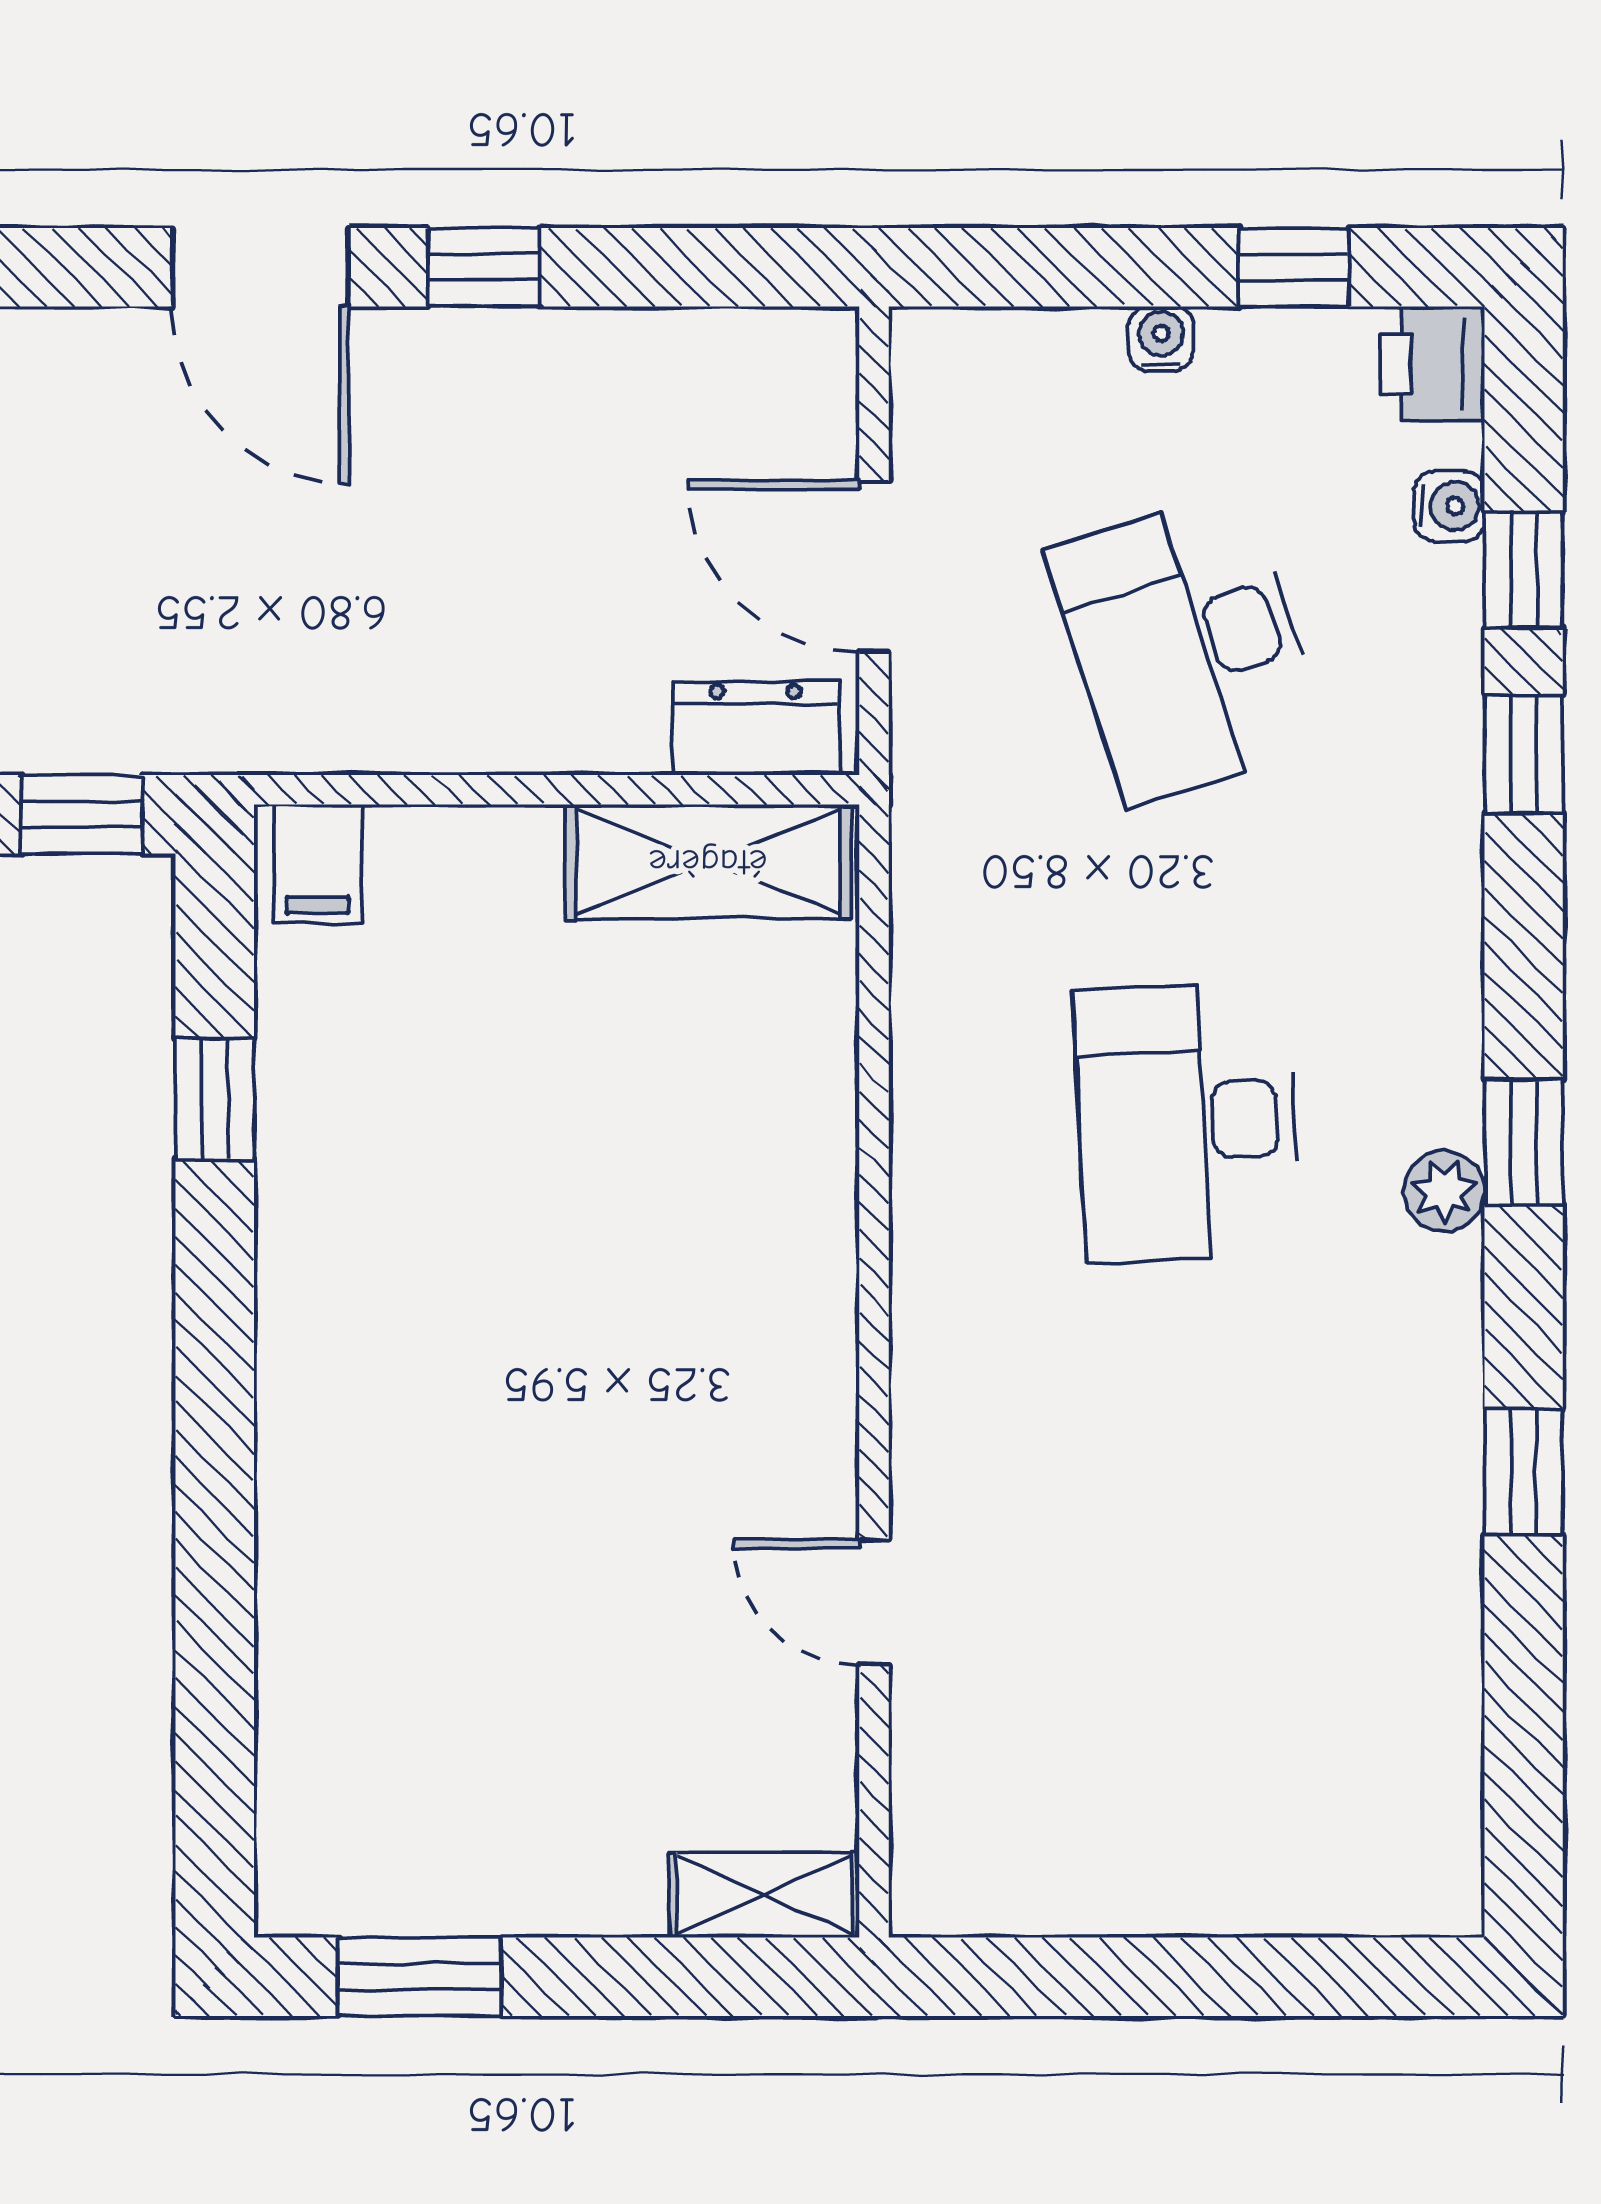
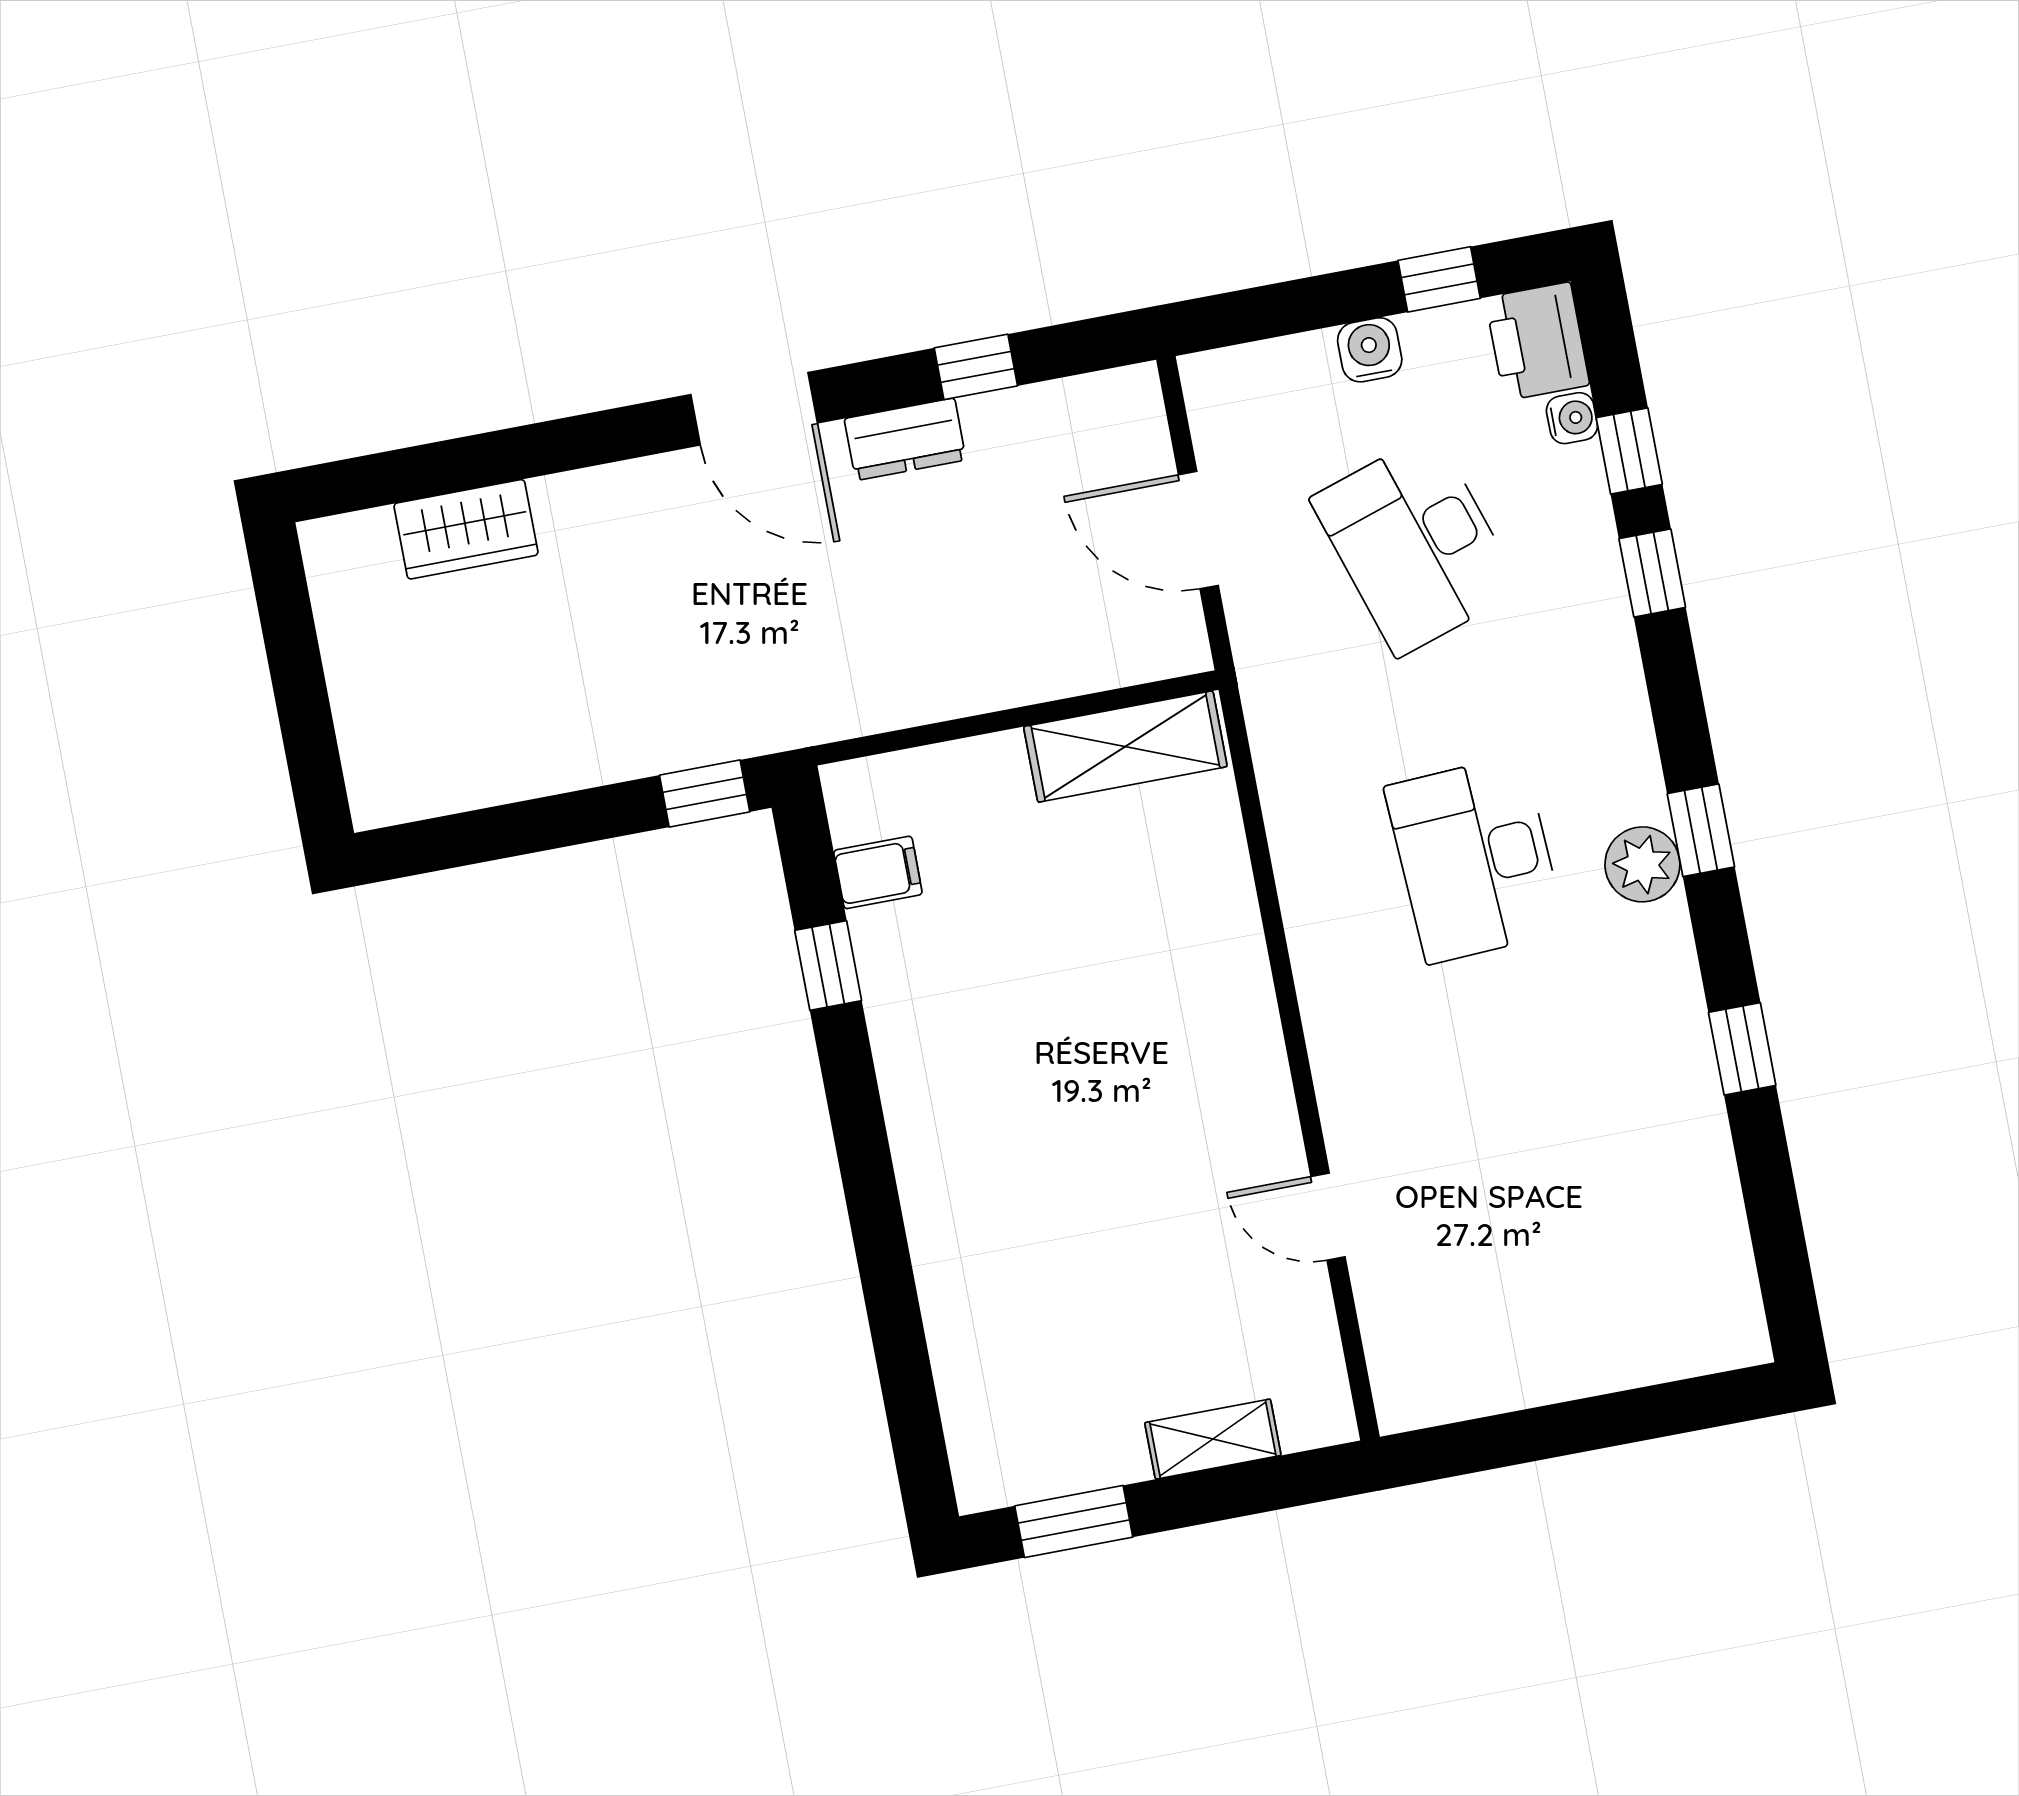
window: (484, 267) -> (976, 367), moved
water cooler: (1161, 339) -> (1370, 350), width x1.38, depth x1.38
printer: (1432, 364) -> (1537, 341), width x1.36, depth x1.24
dresser: (756, 728) -> (905, 439), moved, turned 180
filing cabinet: (318, 864) -> (878, 872), moved, turned -90
plant: (1444, 1191) -> (1642, 864), width x1.38, depth x1.38
shelving: (764, 1895) -> (1213, 1439), moved

